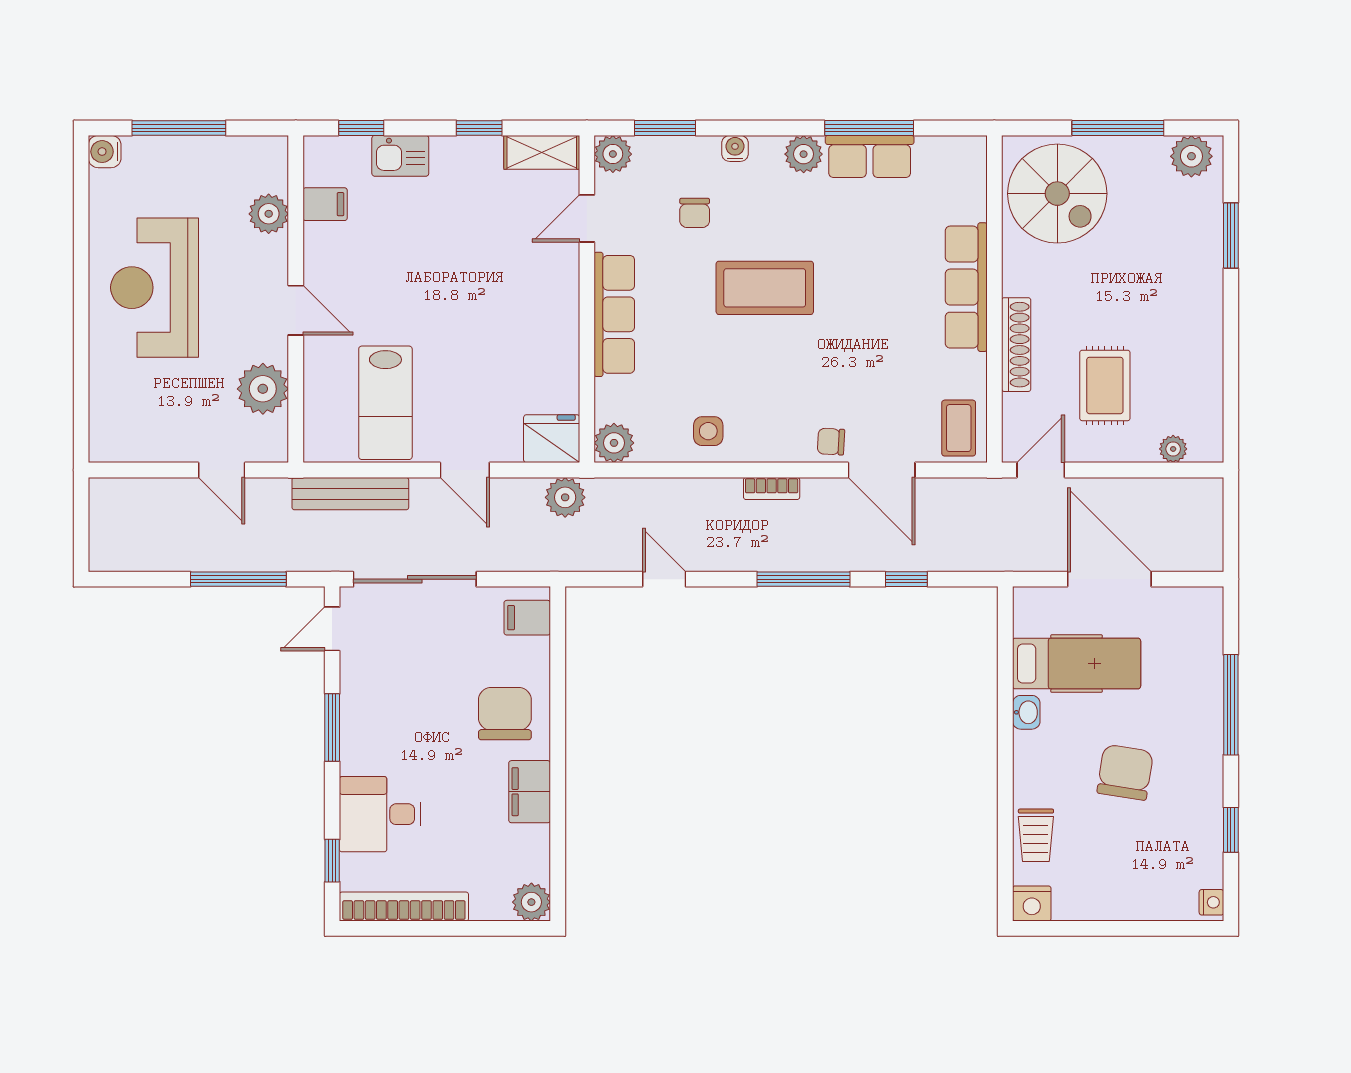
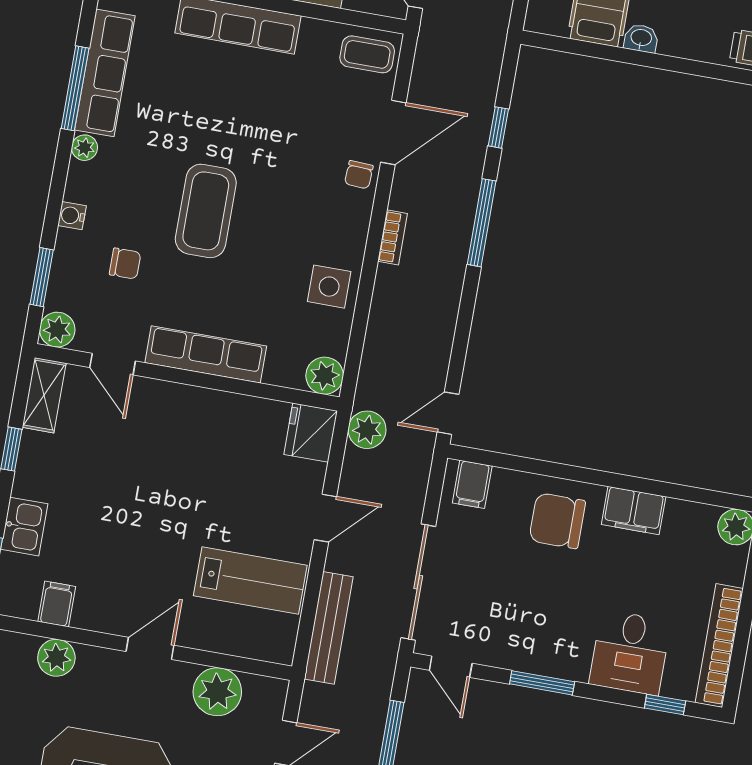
plant: (804, 154) -> (85, 148), width x0.73, depth x0.73
row of seats: (870, 156) -> (105, 73), width x1.48
side table: (708, 431) -> (329, 287), width x1.37, depth x1.37
door: (664, 579) -> (448, 413), moved

